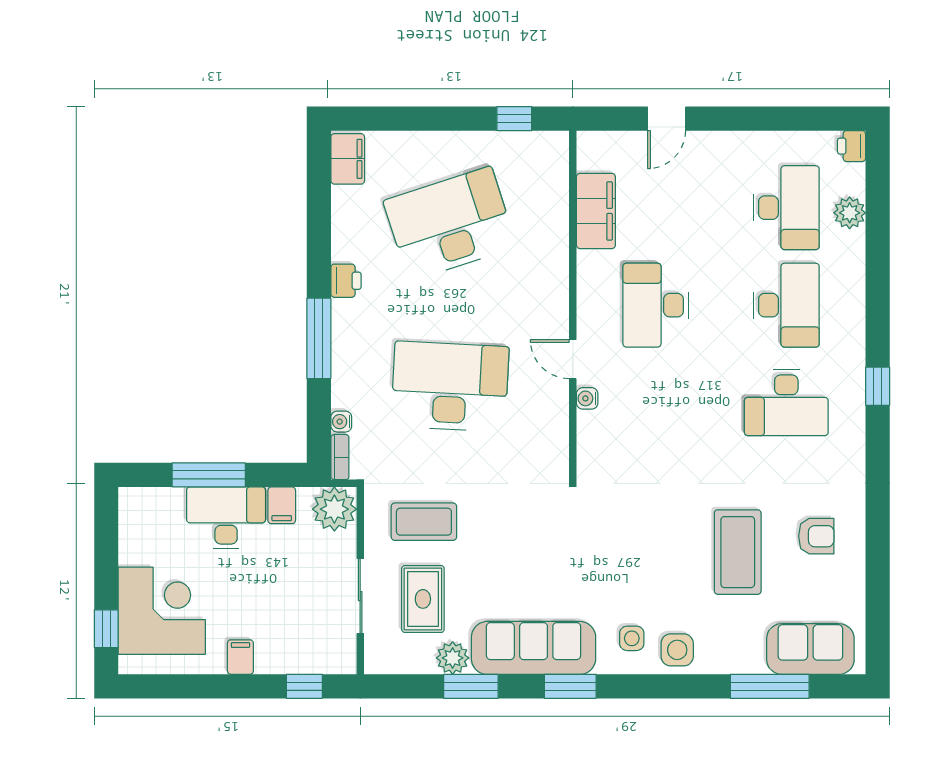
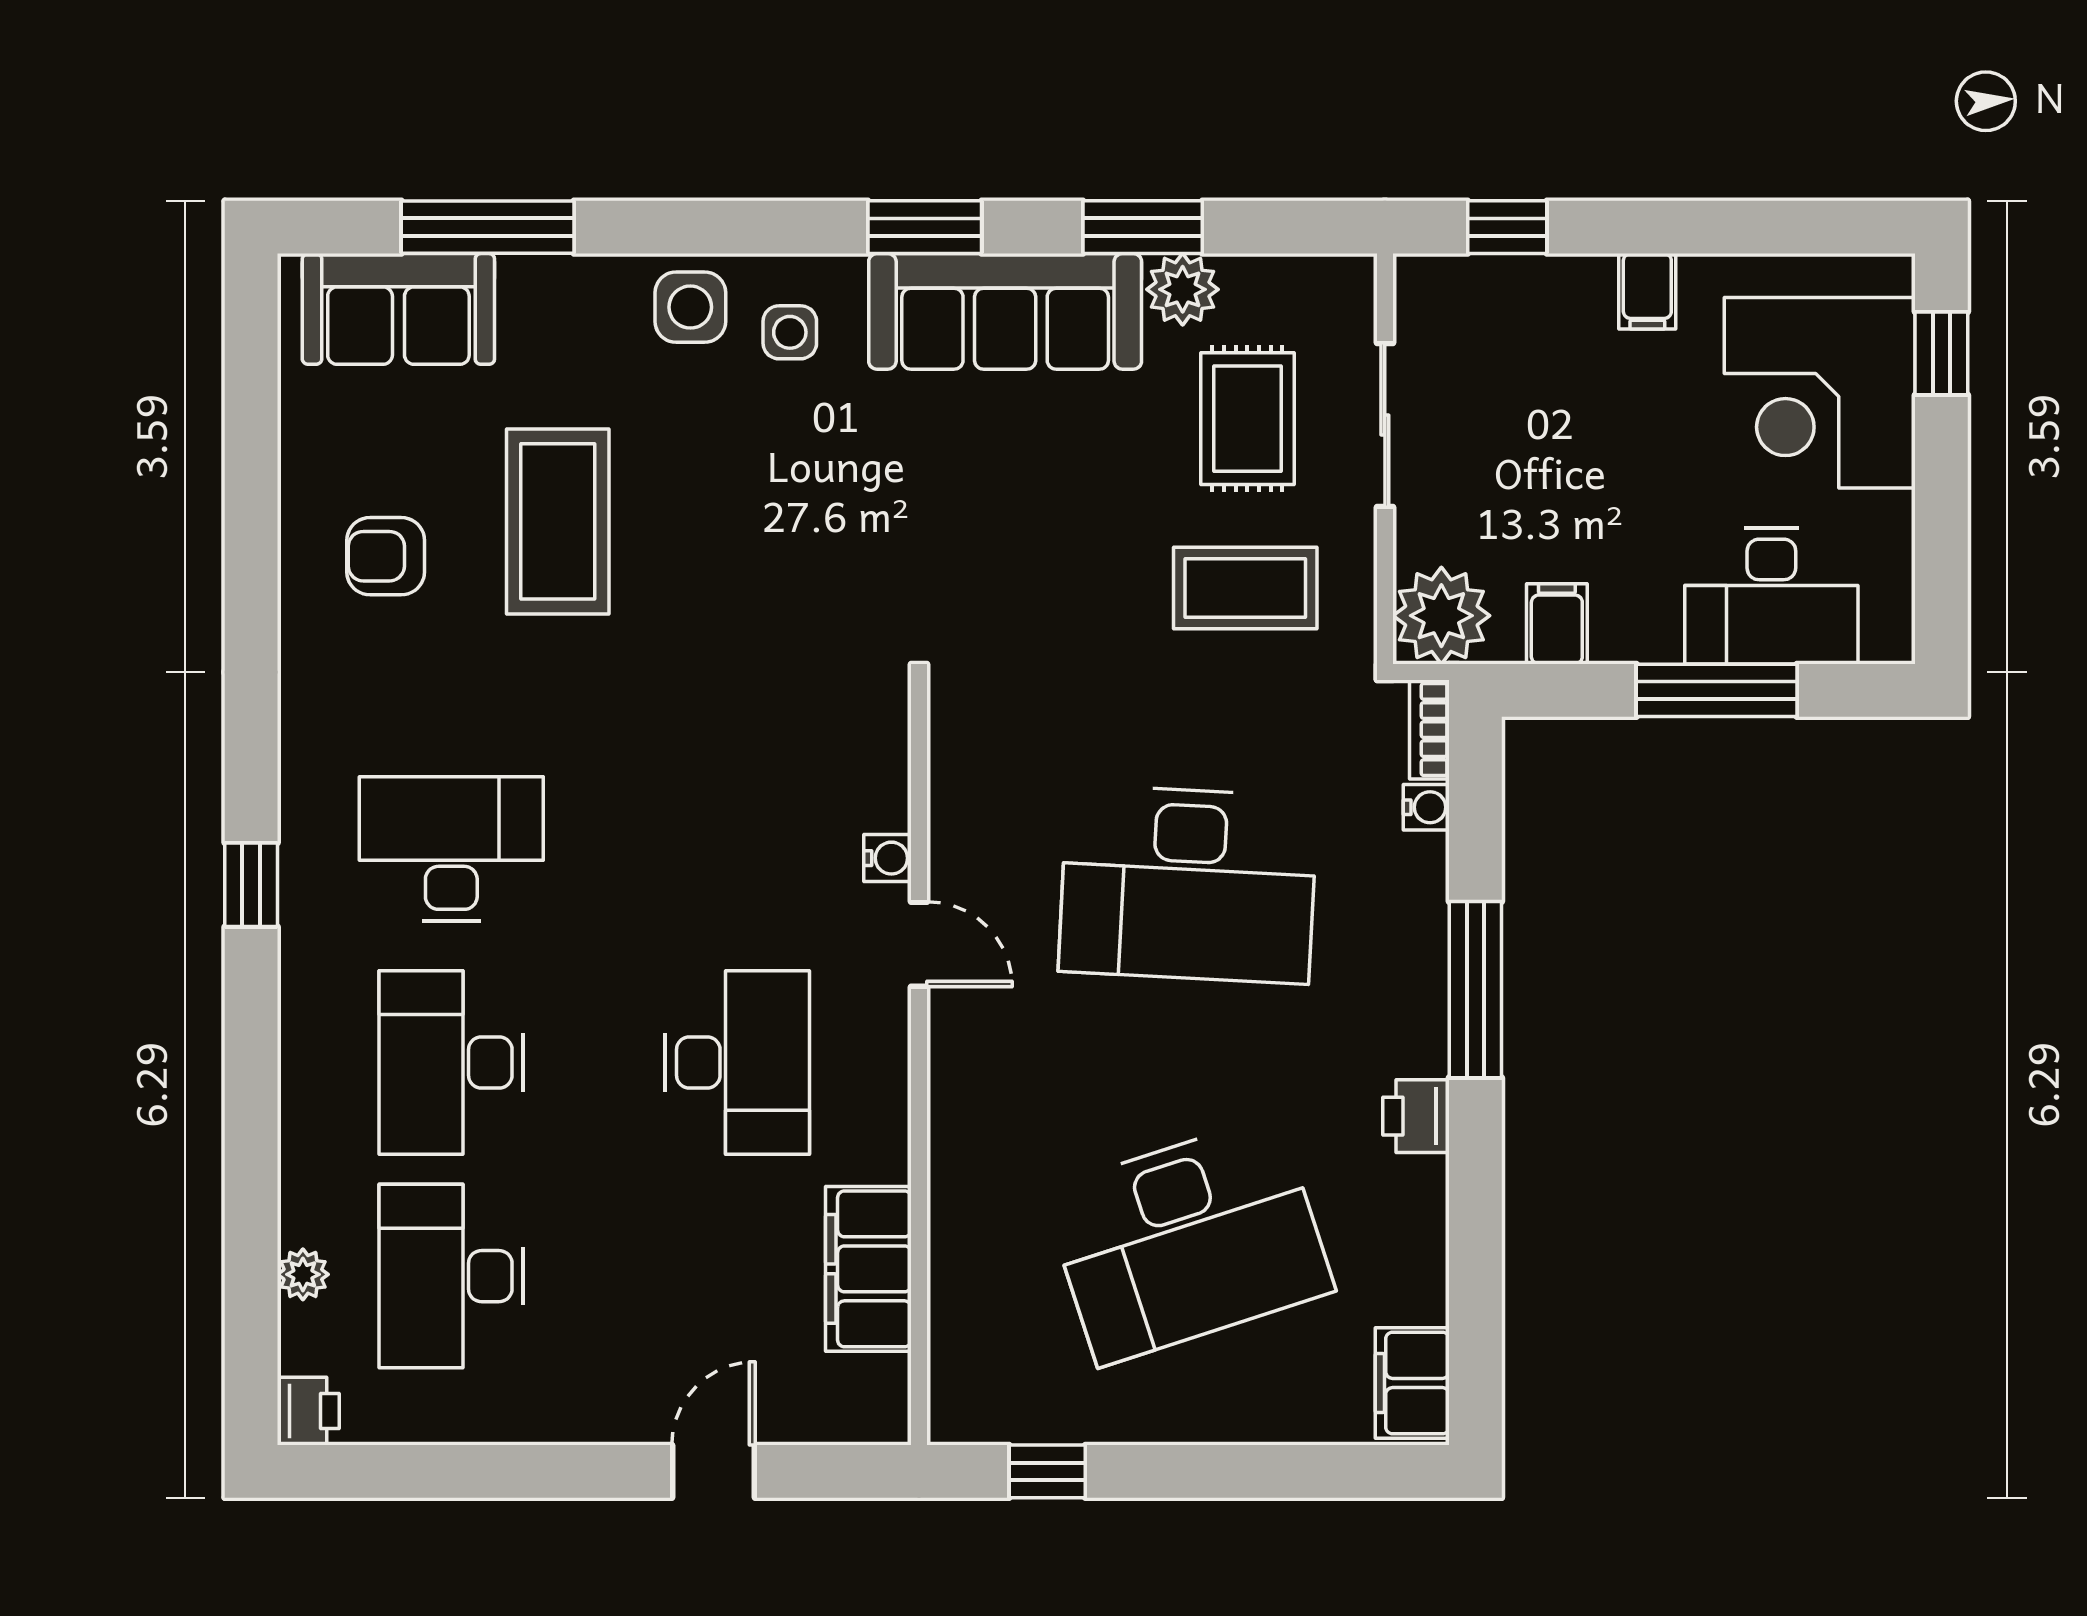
plant: (850, 213) -> (303, 1274), width x0.73, depth x0.73
desk: (226, 518) -> (1771, 596), moved

